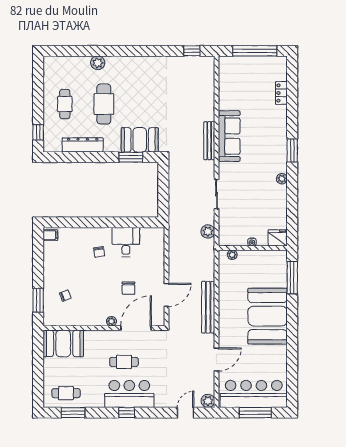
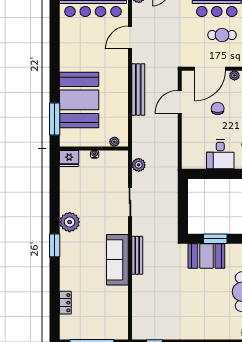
plant: (282, 179) -> (70, 222), width x1.88, depth x1.88
booth: (268, 316) -> (79, 100), moved

